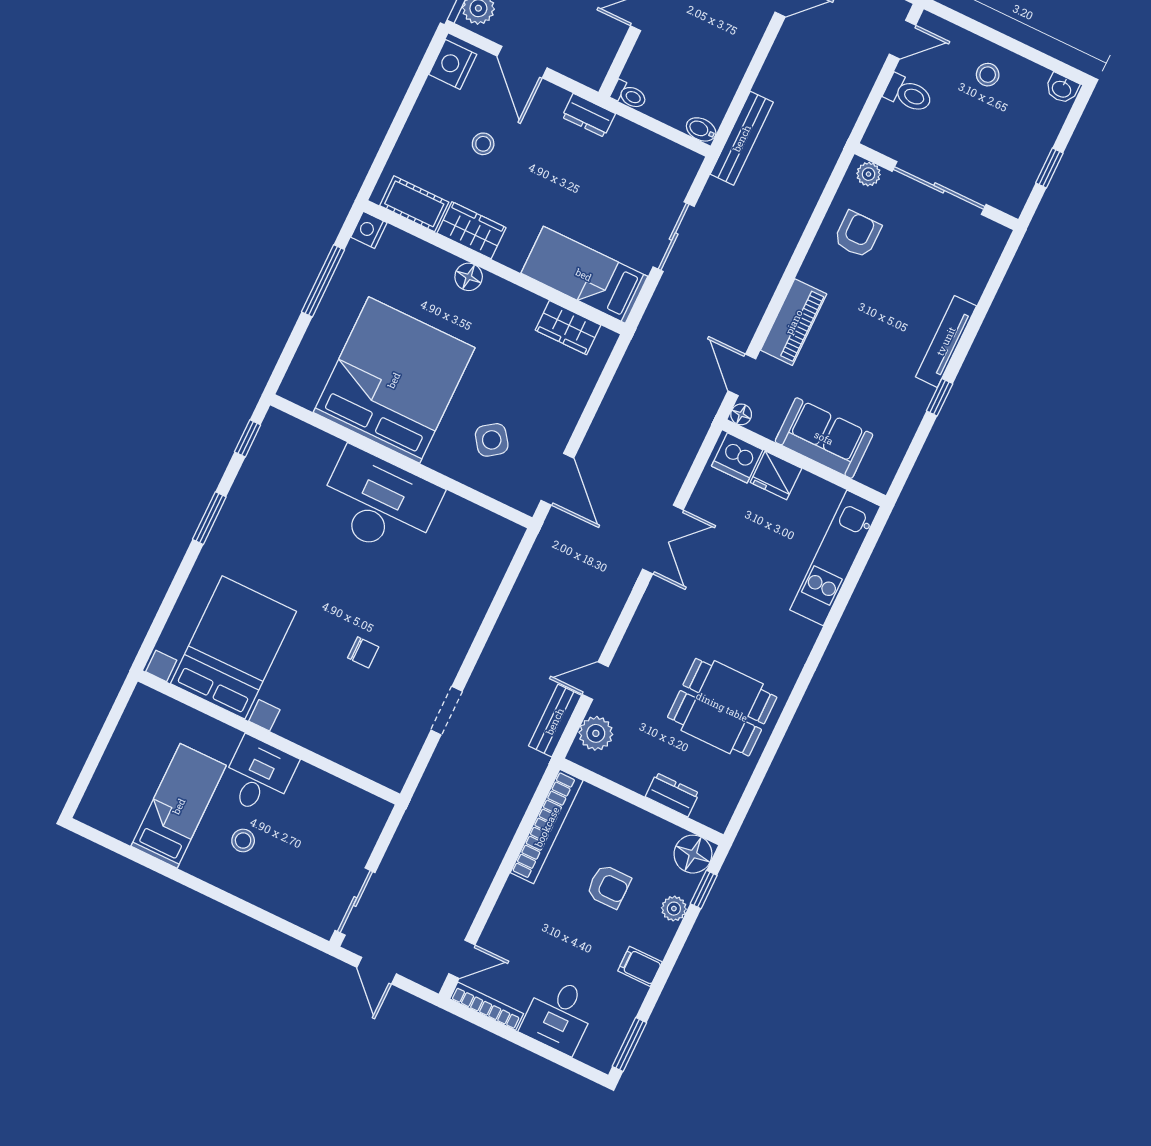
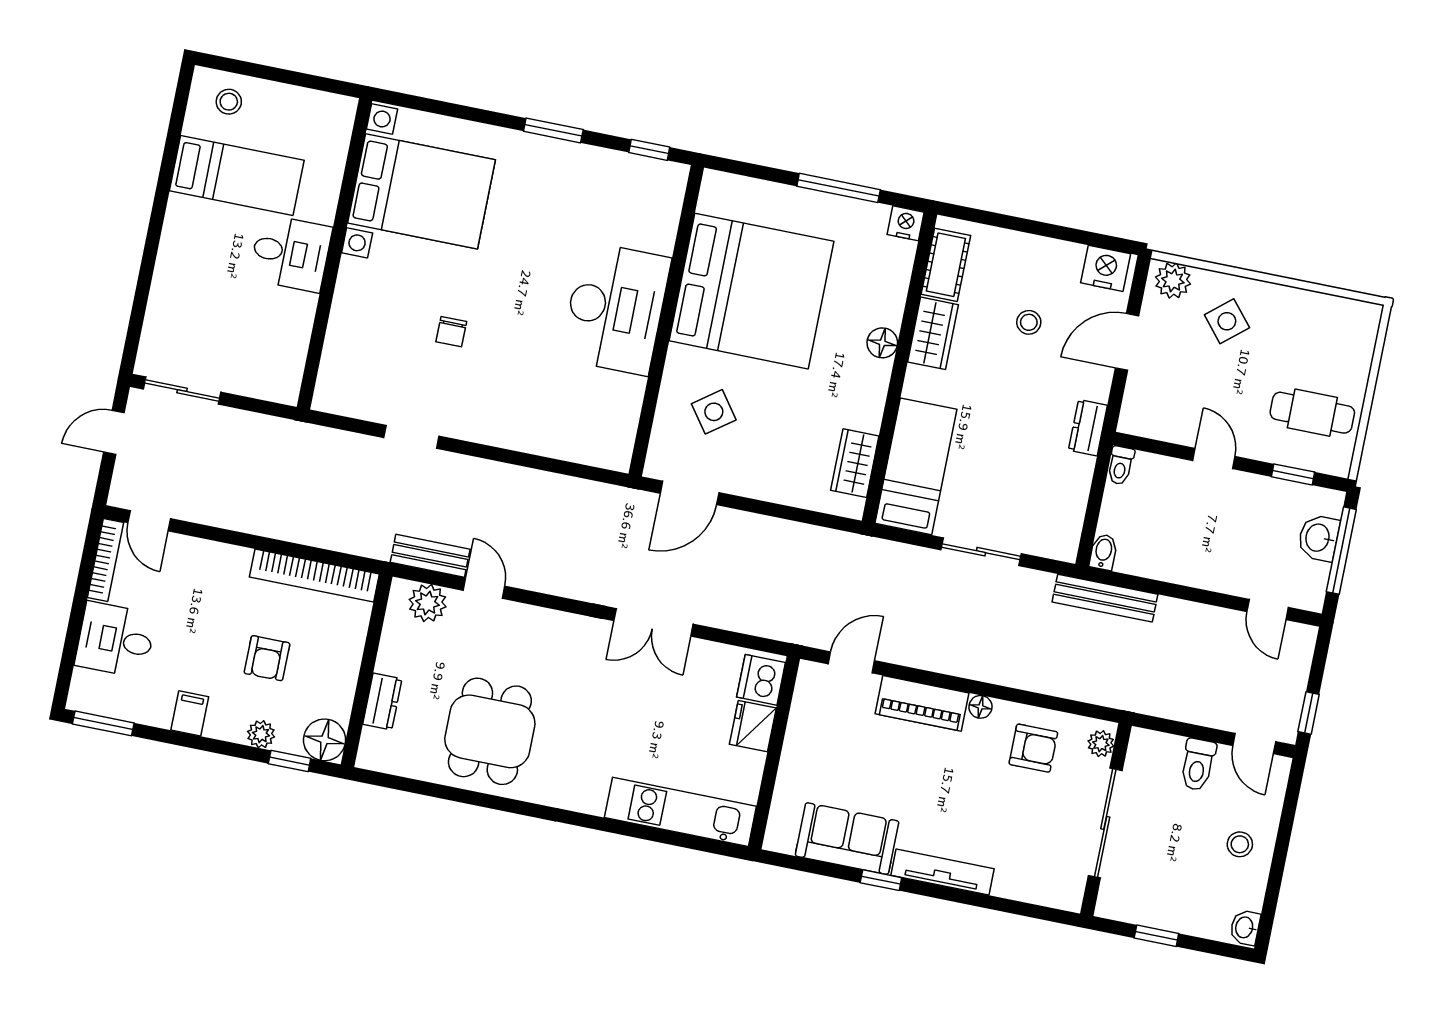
floor lamp: (741, 414) -> (980, 707), moved
sofa: (824, 438) -> (847, 839), moved, turned -90
stool: (243, 841) -> (229, 102), moved

